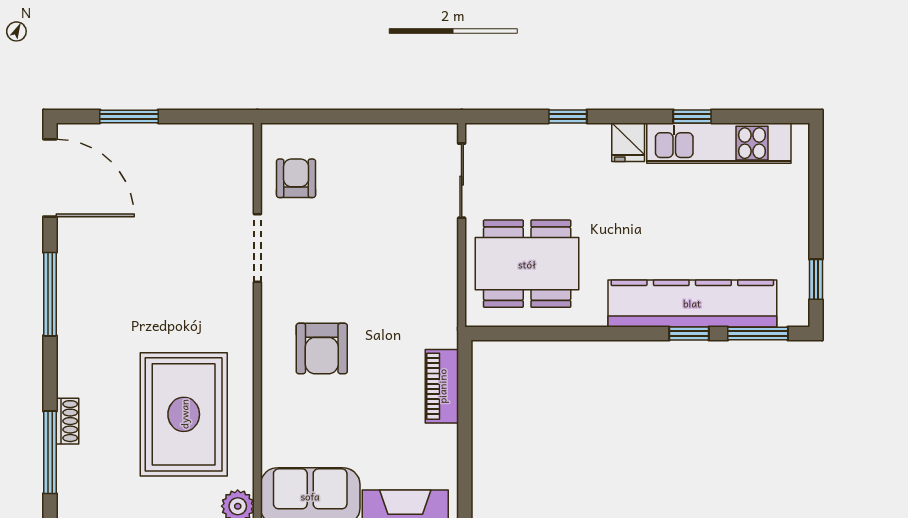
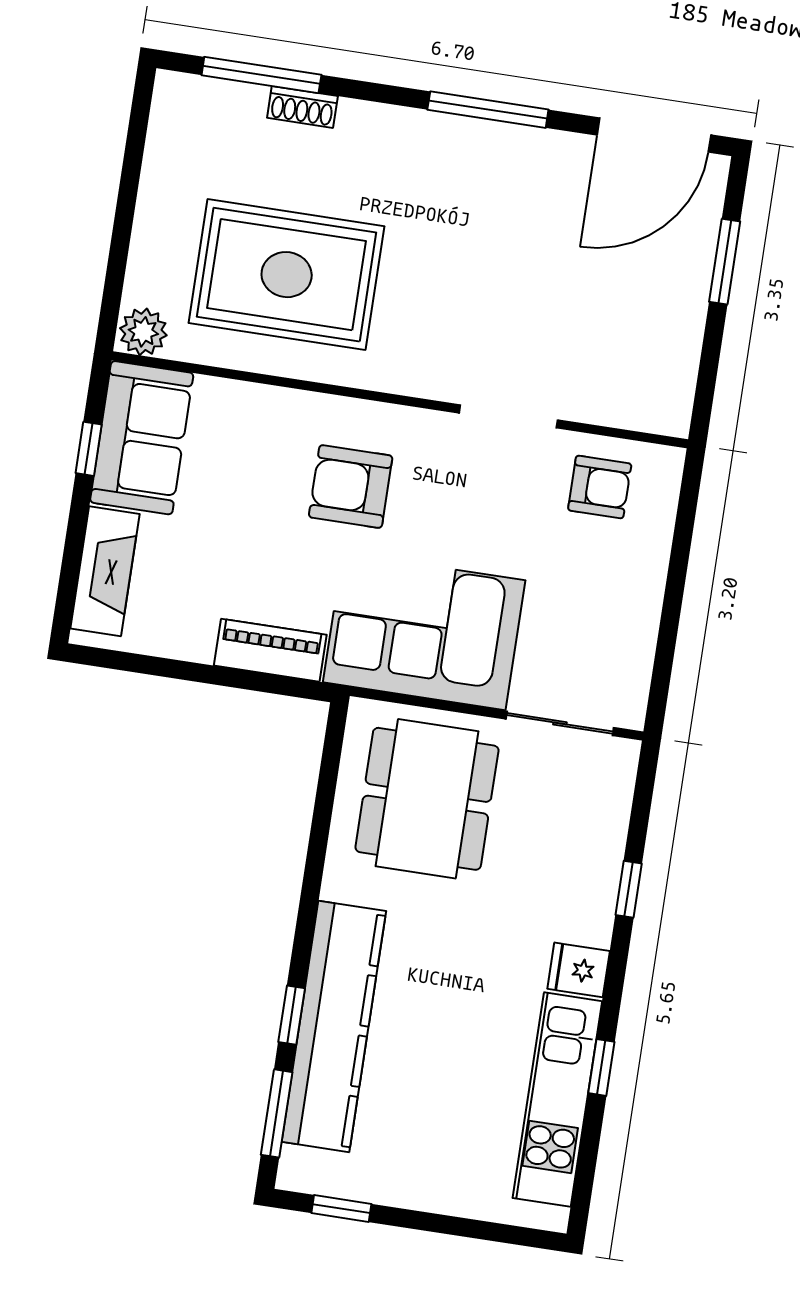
corner sofa: (413, 283) -> (424, 631), added

